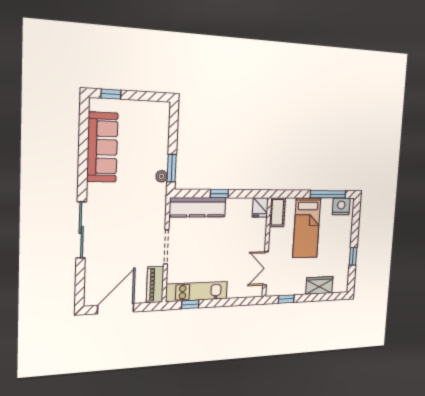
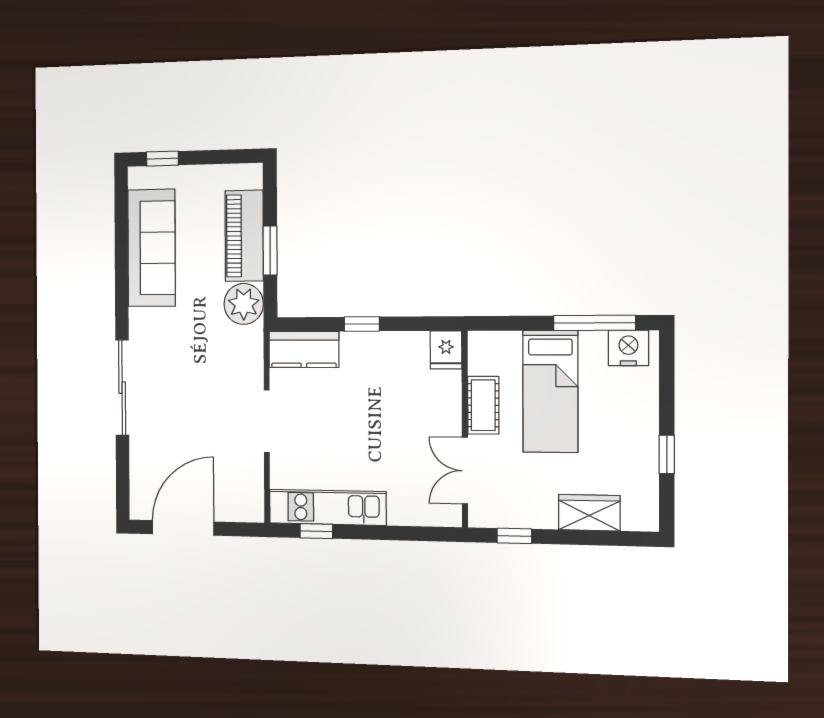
window: (172, 168) -> (270, 250), moved
plant: (162, 176) -> (244, 304), width x1.87, depth x1.87
kitchen counter: (198, 207) -> (304, 350), width x0.67
cot: (277, 212) -> (483, 405), moved
piano: (155, 285) -> (244, 236), moved, width x1.37, depth x1.33

